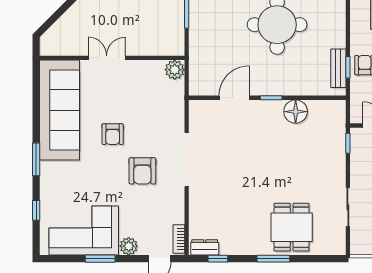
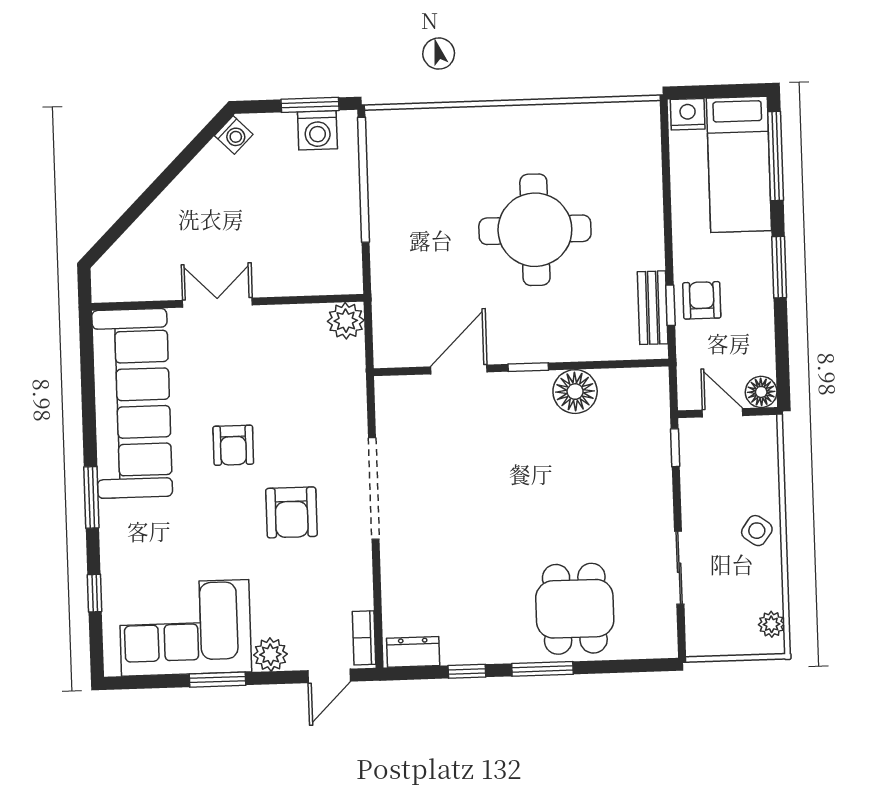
window: (218, 259) -> (467, 671), moved

